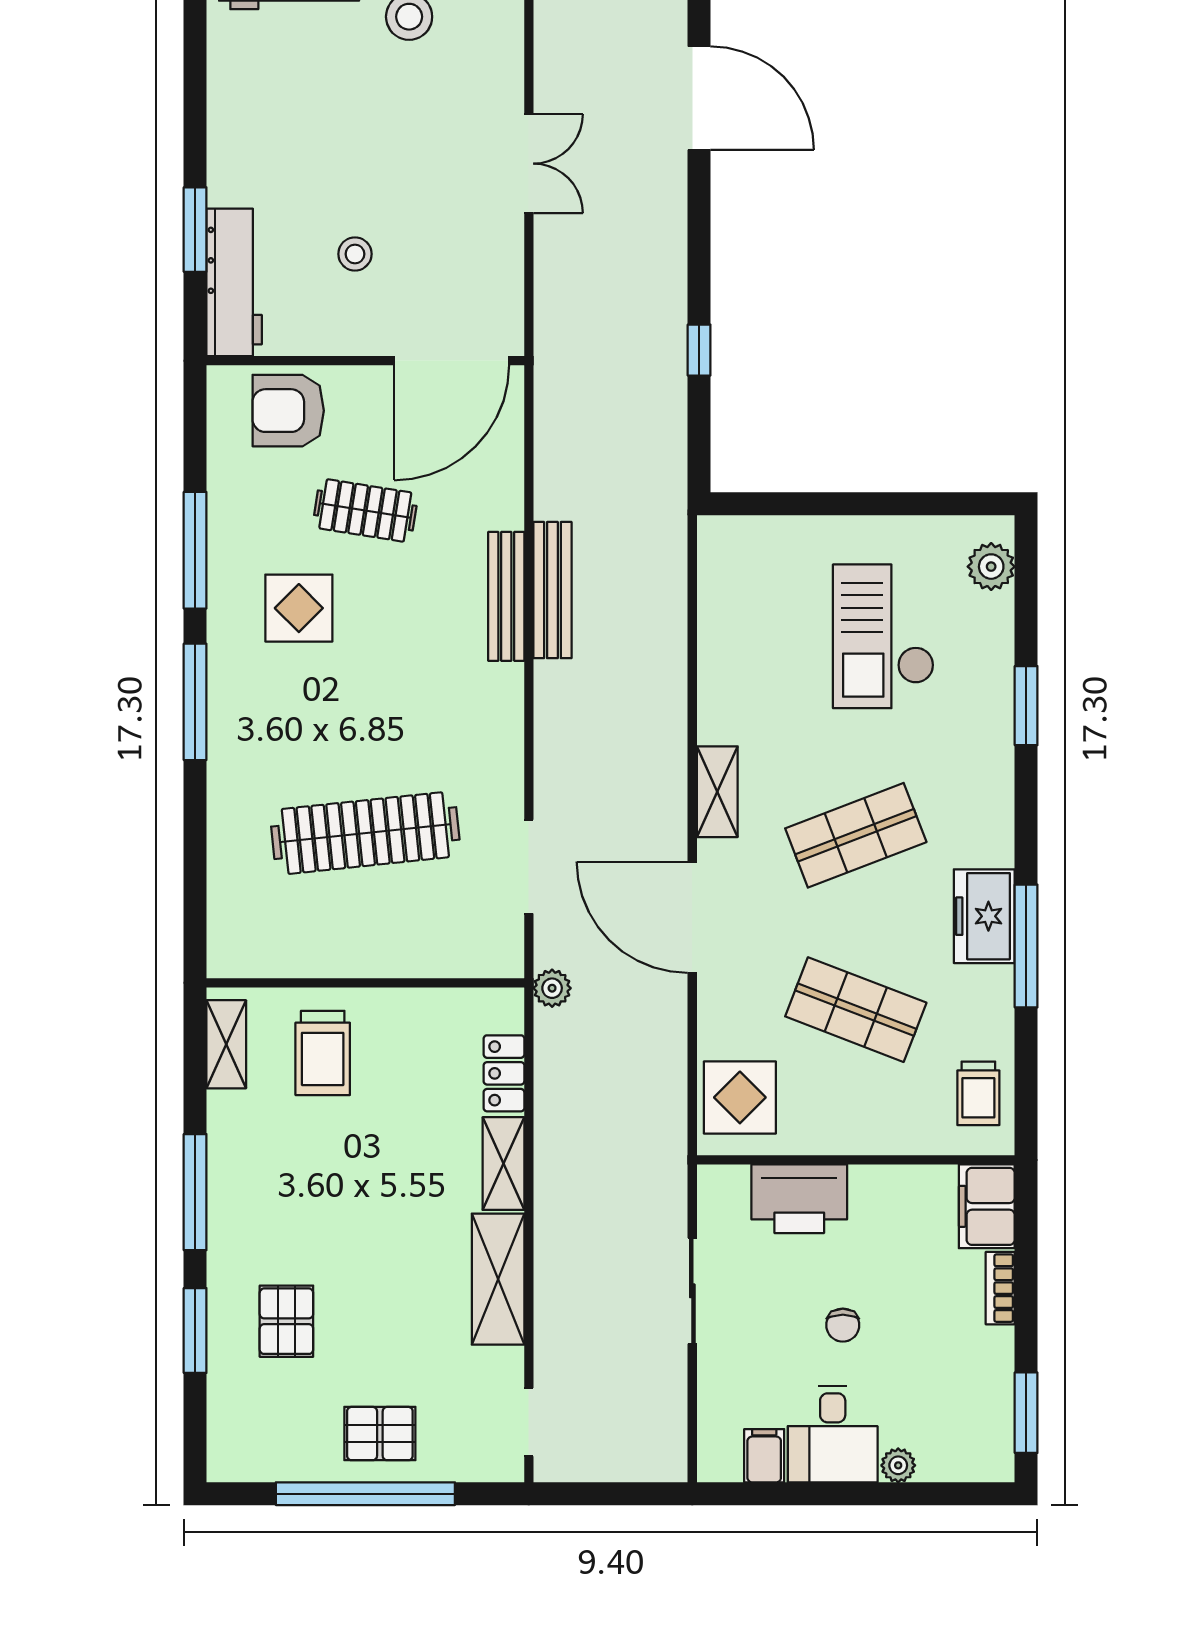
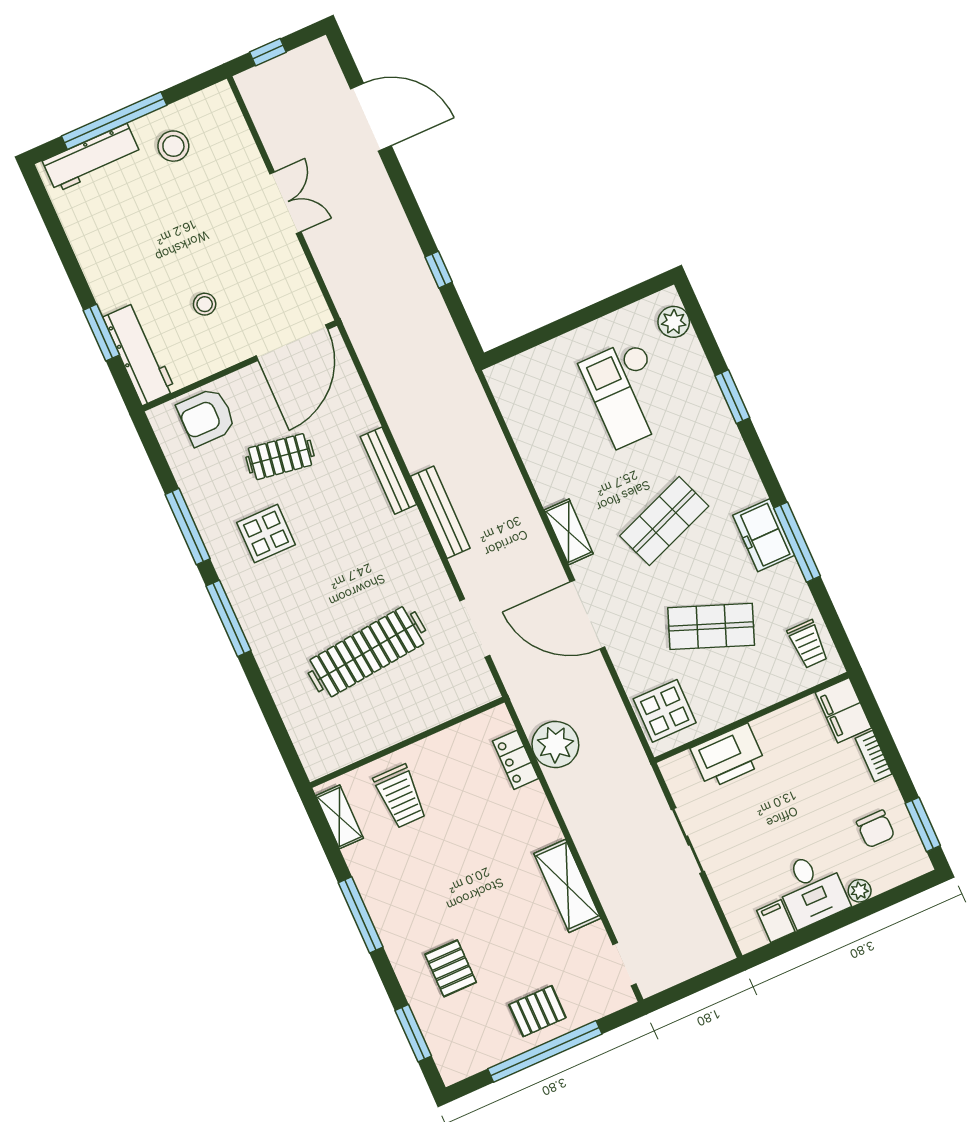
bench: (552, 590) -> (440, 512), moved
plant: (552, 988) -> (555, 745), moved, width x1.87, depth x1.87
shelving: (503, 1164) -> (539, 815), removed
chair: (843, 1325) -> (876, 829), moved, width x1.37, depth x1.37
window: (195, 1331) -> (413, 1033), moved

